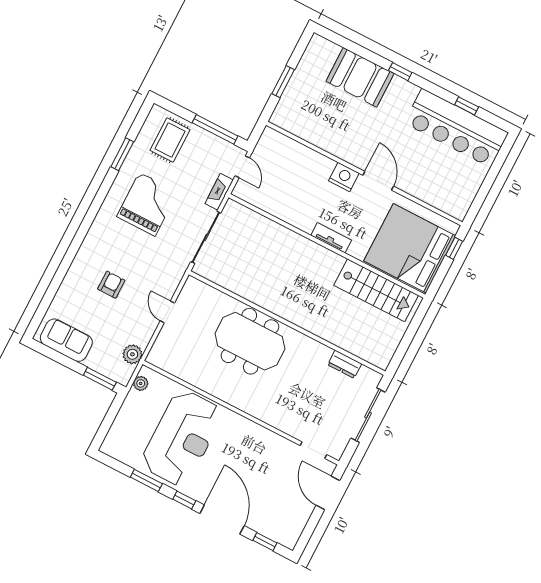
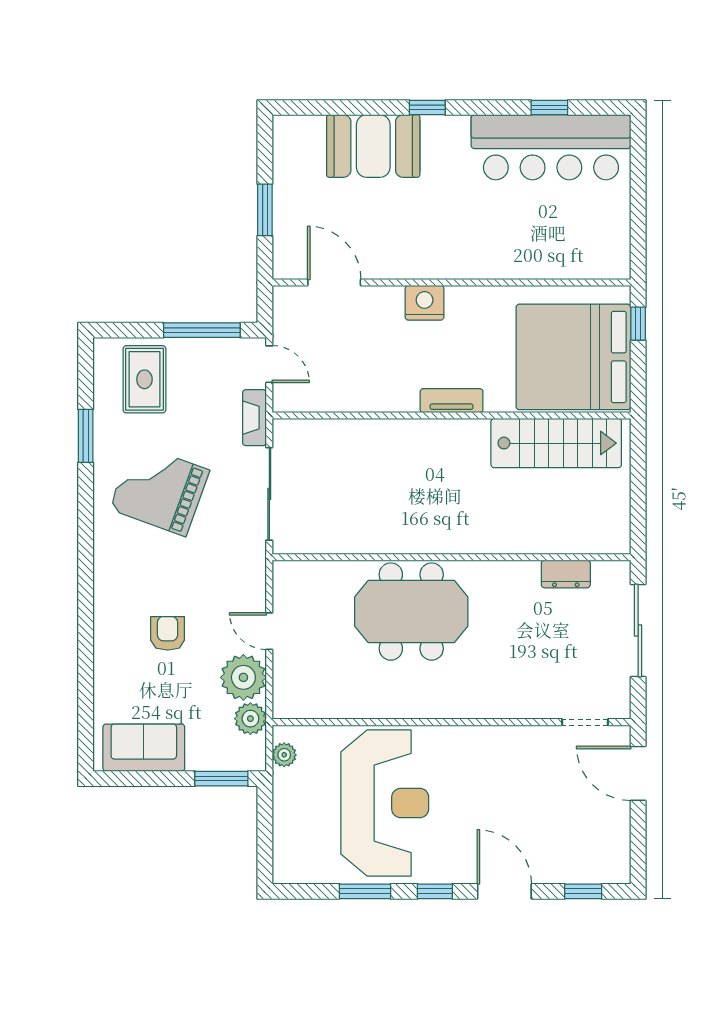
door: (378, 181) -> (334, 282), moved
grand piano: (147, 204) -> (159, 490), turned -70
plant: (140, 330) -> (243, 677), added
door: (222, 520) -> (504, 891), width x0.73

